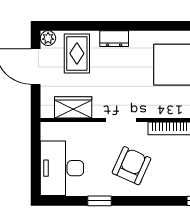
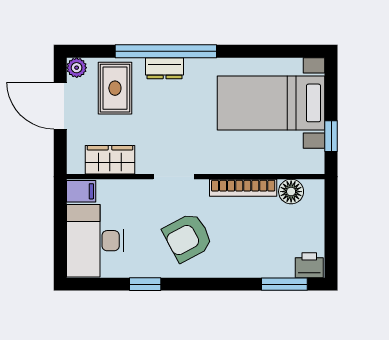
window: (115, 26) -> (166, 51), added
filing cabinet: (51, 131) -> (81, 191), added
armchair: (132, 166) -> (188, 237), turned -142

